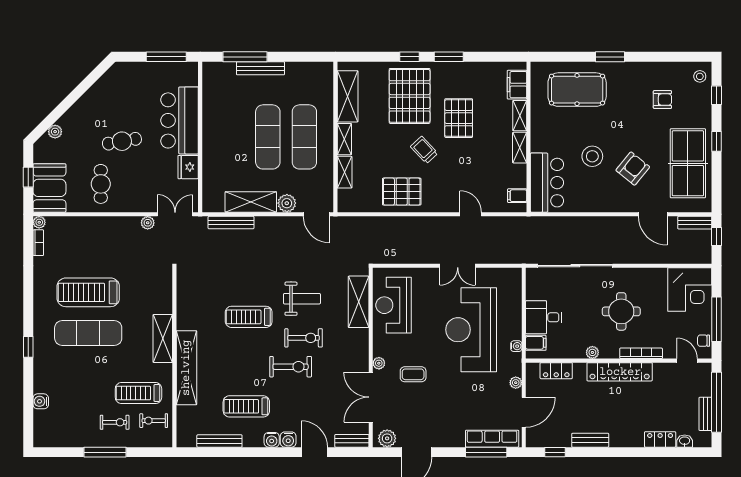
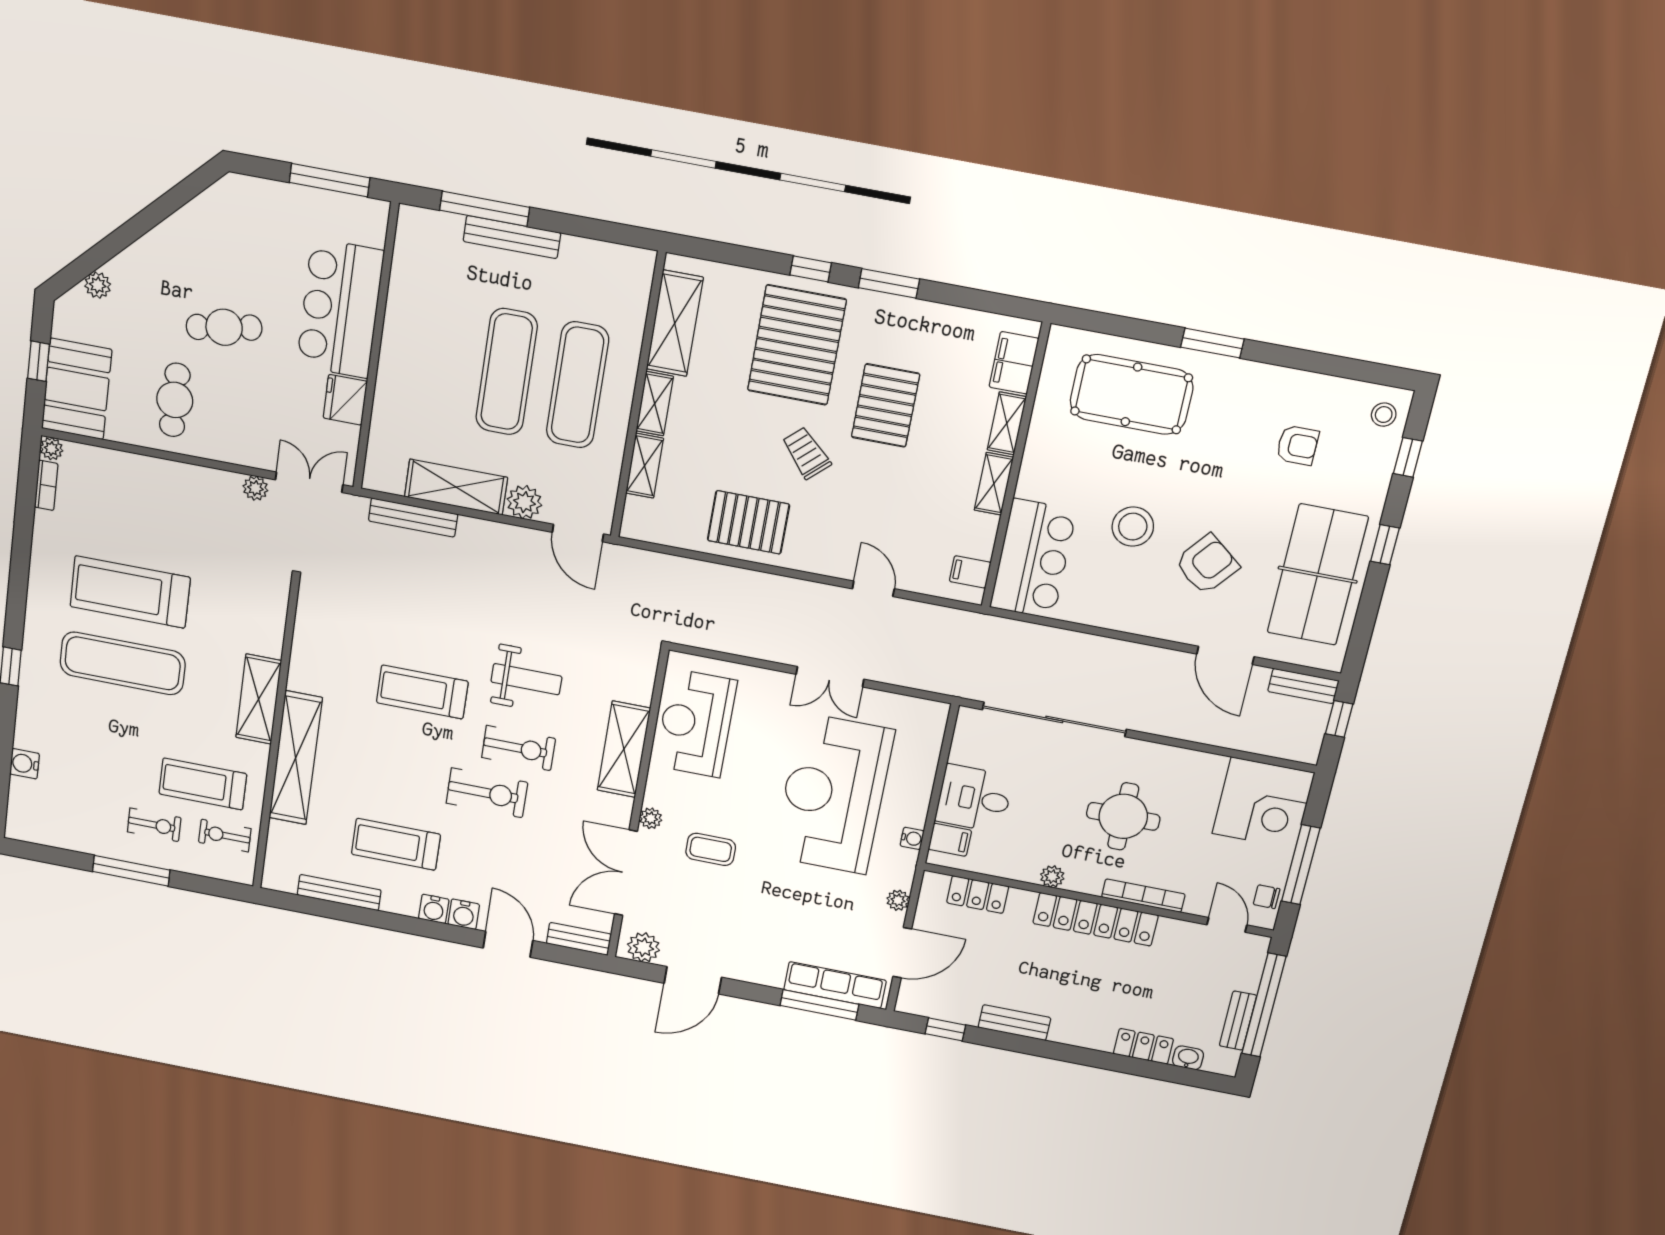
shelving: (359, 302) -> (624, 749), moved

